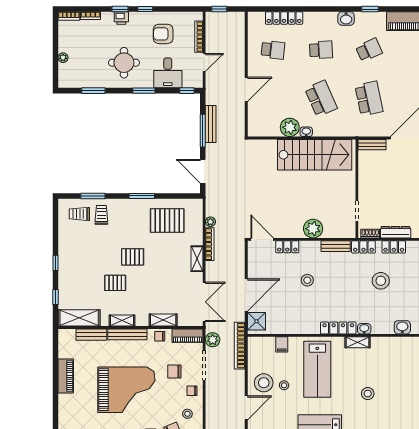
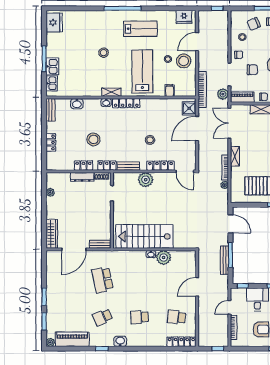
locker: (284, 18) -> (181, 342), moved
school desk: (321, 99) -> (140, 280), removed
locker: (287, 247) -> (161, 166), width x1.53

